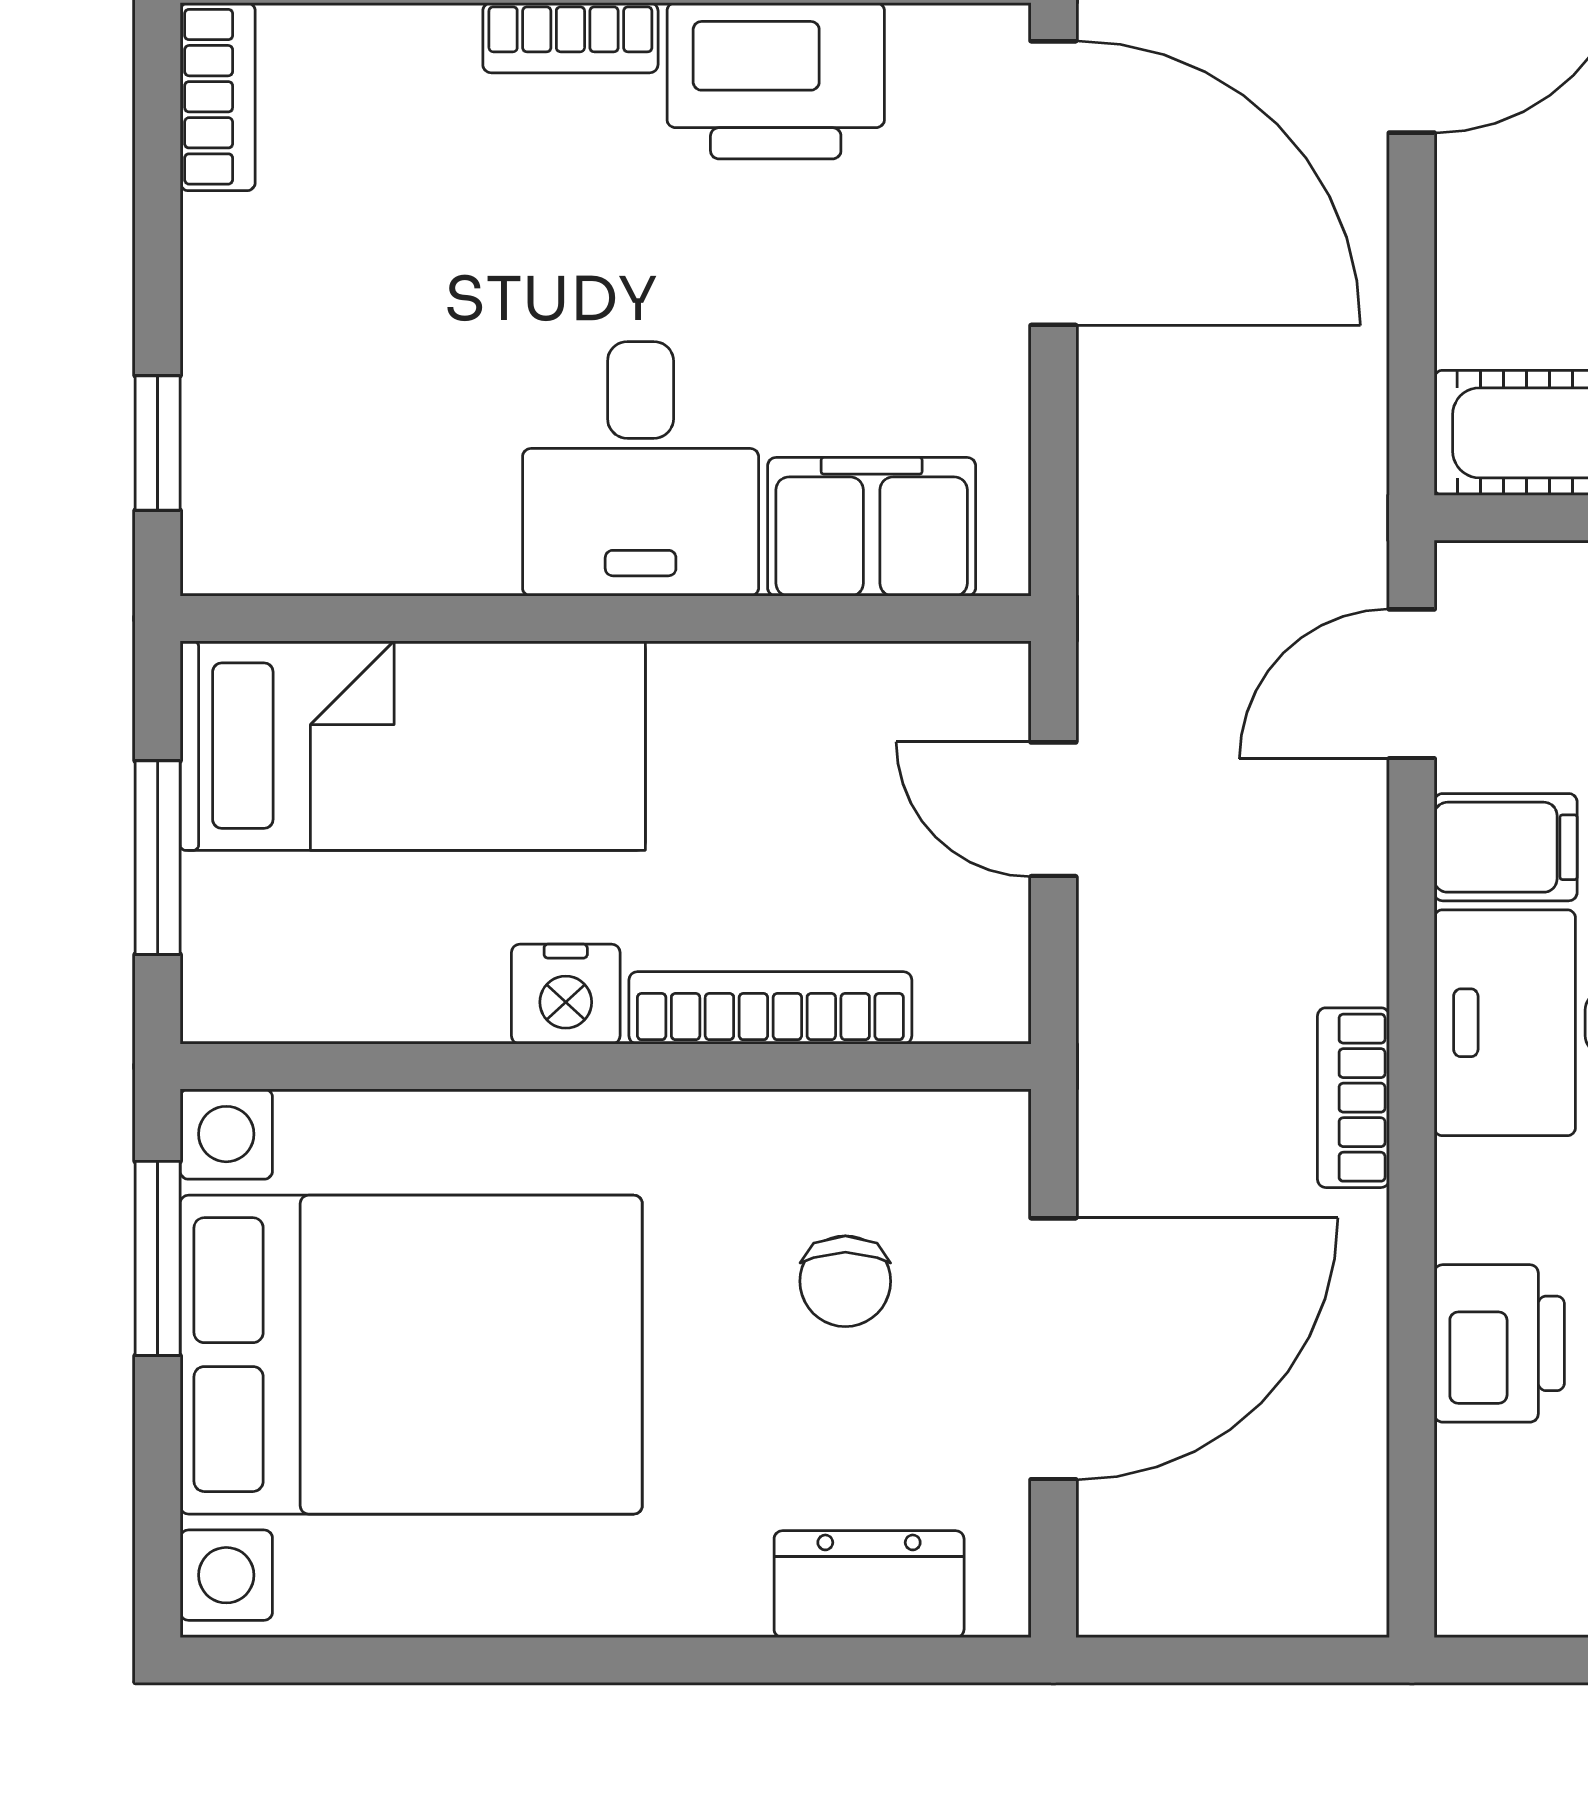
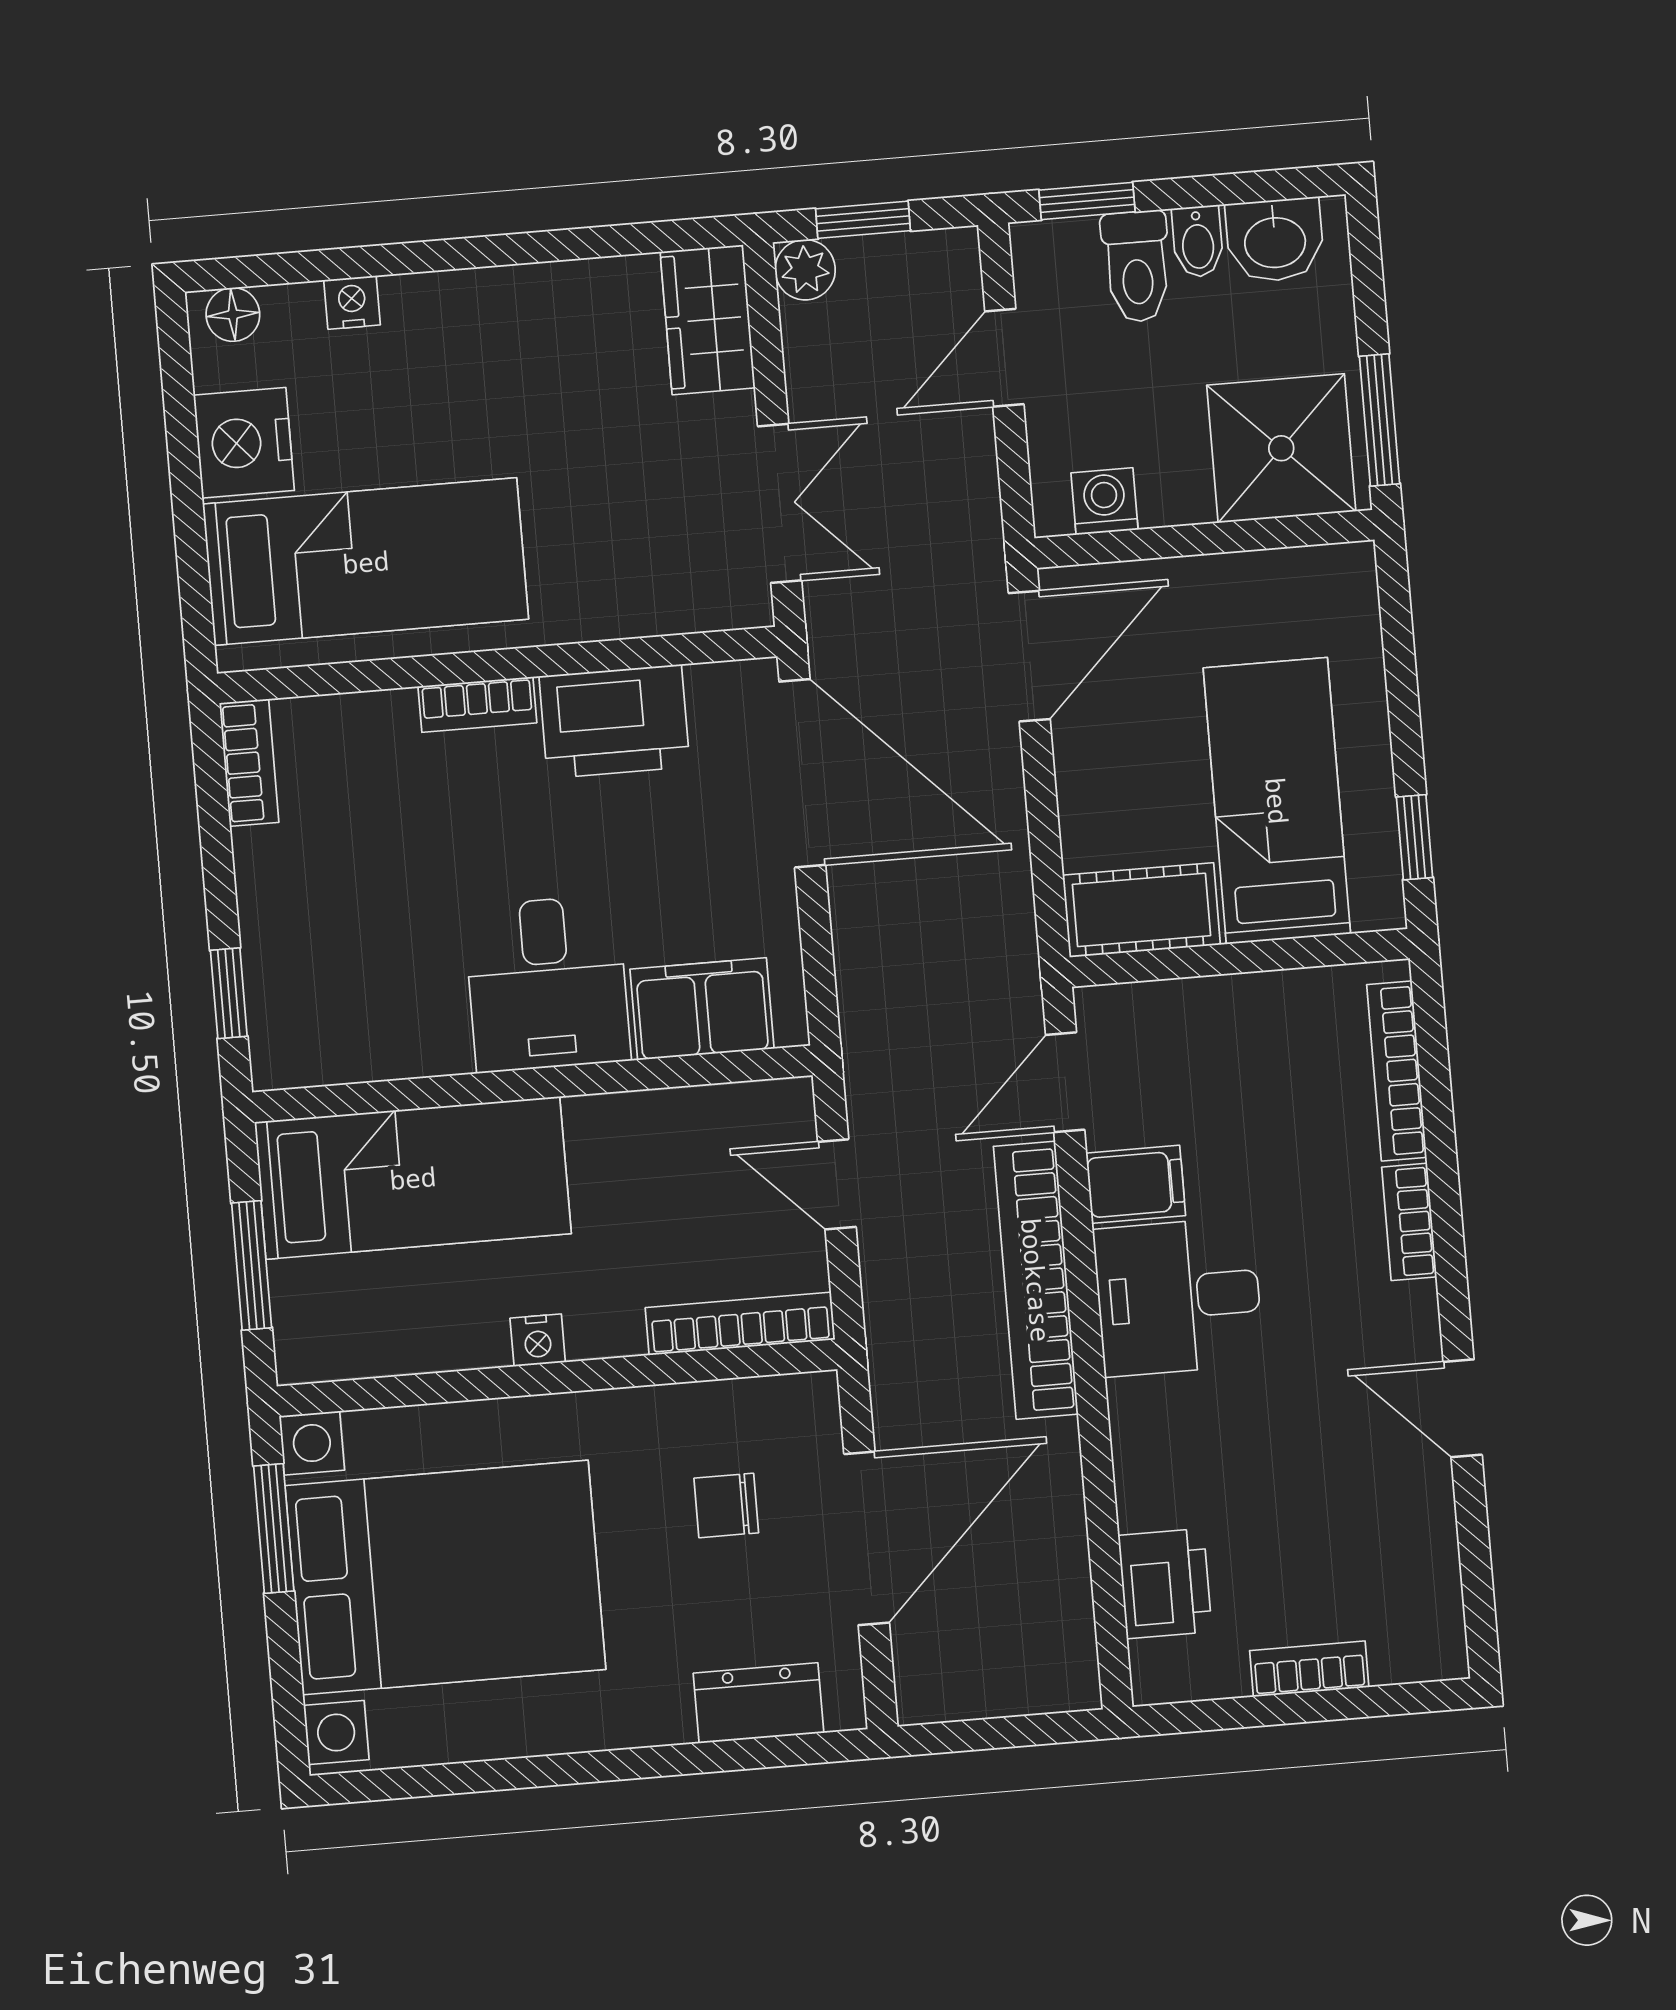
nightstand: (566, 994) -> (538, 1340), width x0.72, depth x0.74
bookcase: (770, 1008) -> (740, 1324), moved
bookcase: (1353, 1098) -> (1036, 1280), width x2.31, depth x1.31
chair: (845, 1281) -> (726, 1505), turned 90
printer: (1499, 1343) -> (1165, 1583), moved

